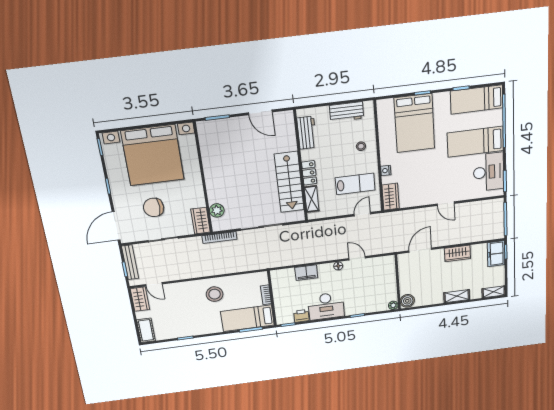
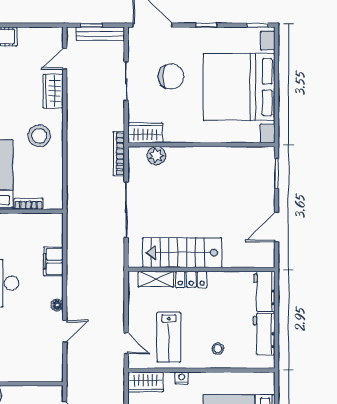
workbench: (307, 133) -> (264, 291), moved, turned 90
chair: (154, 207) -> (171, 77), turned 90
wardrobe: (140, 299) -> (53, 91), moved, turned 90

